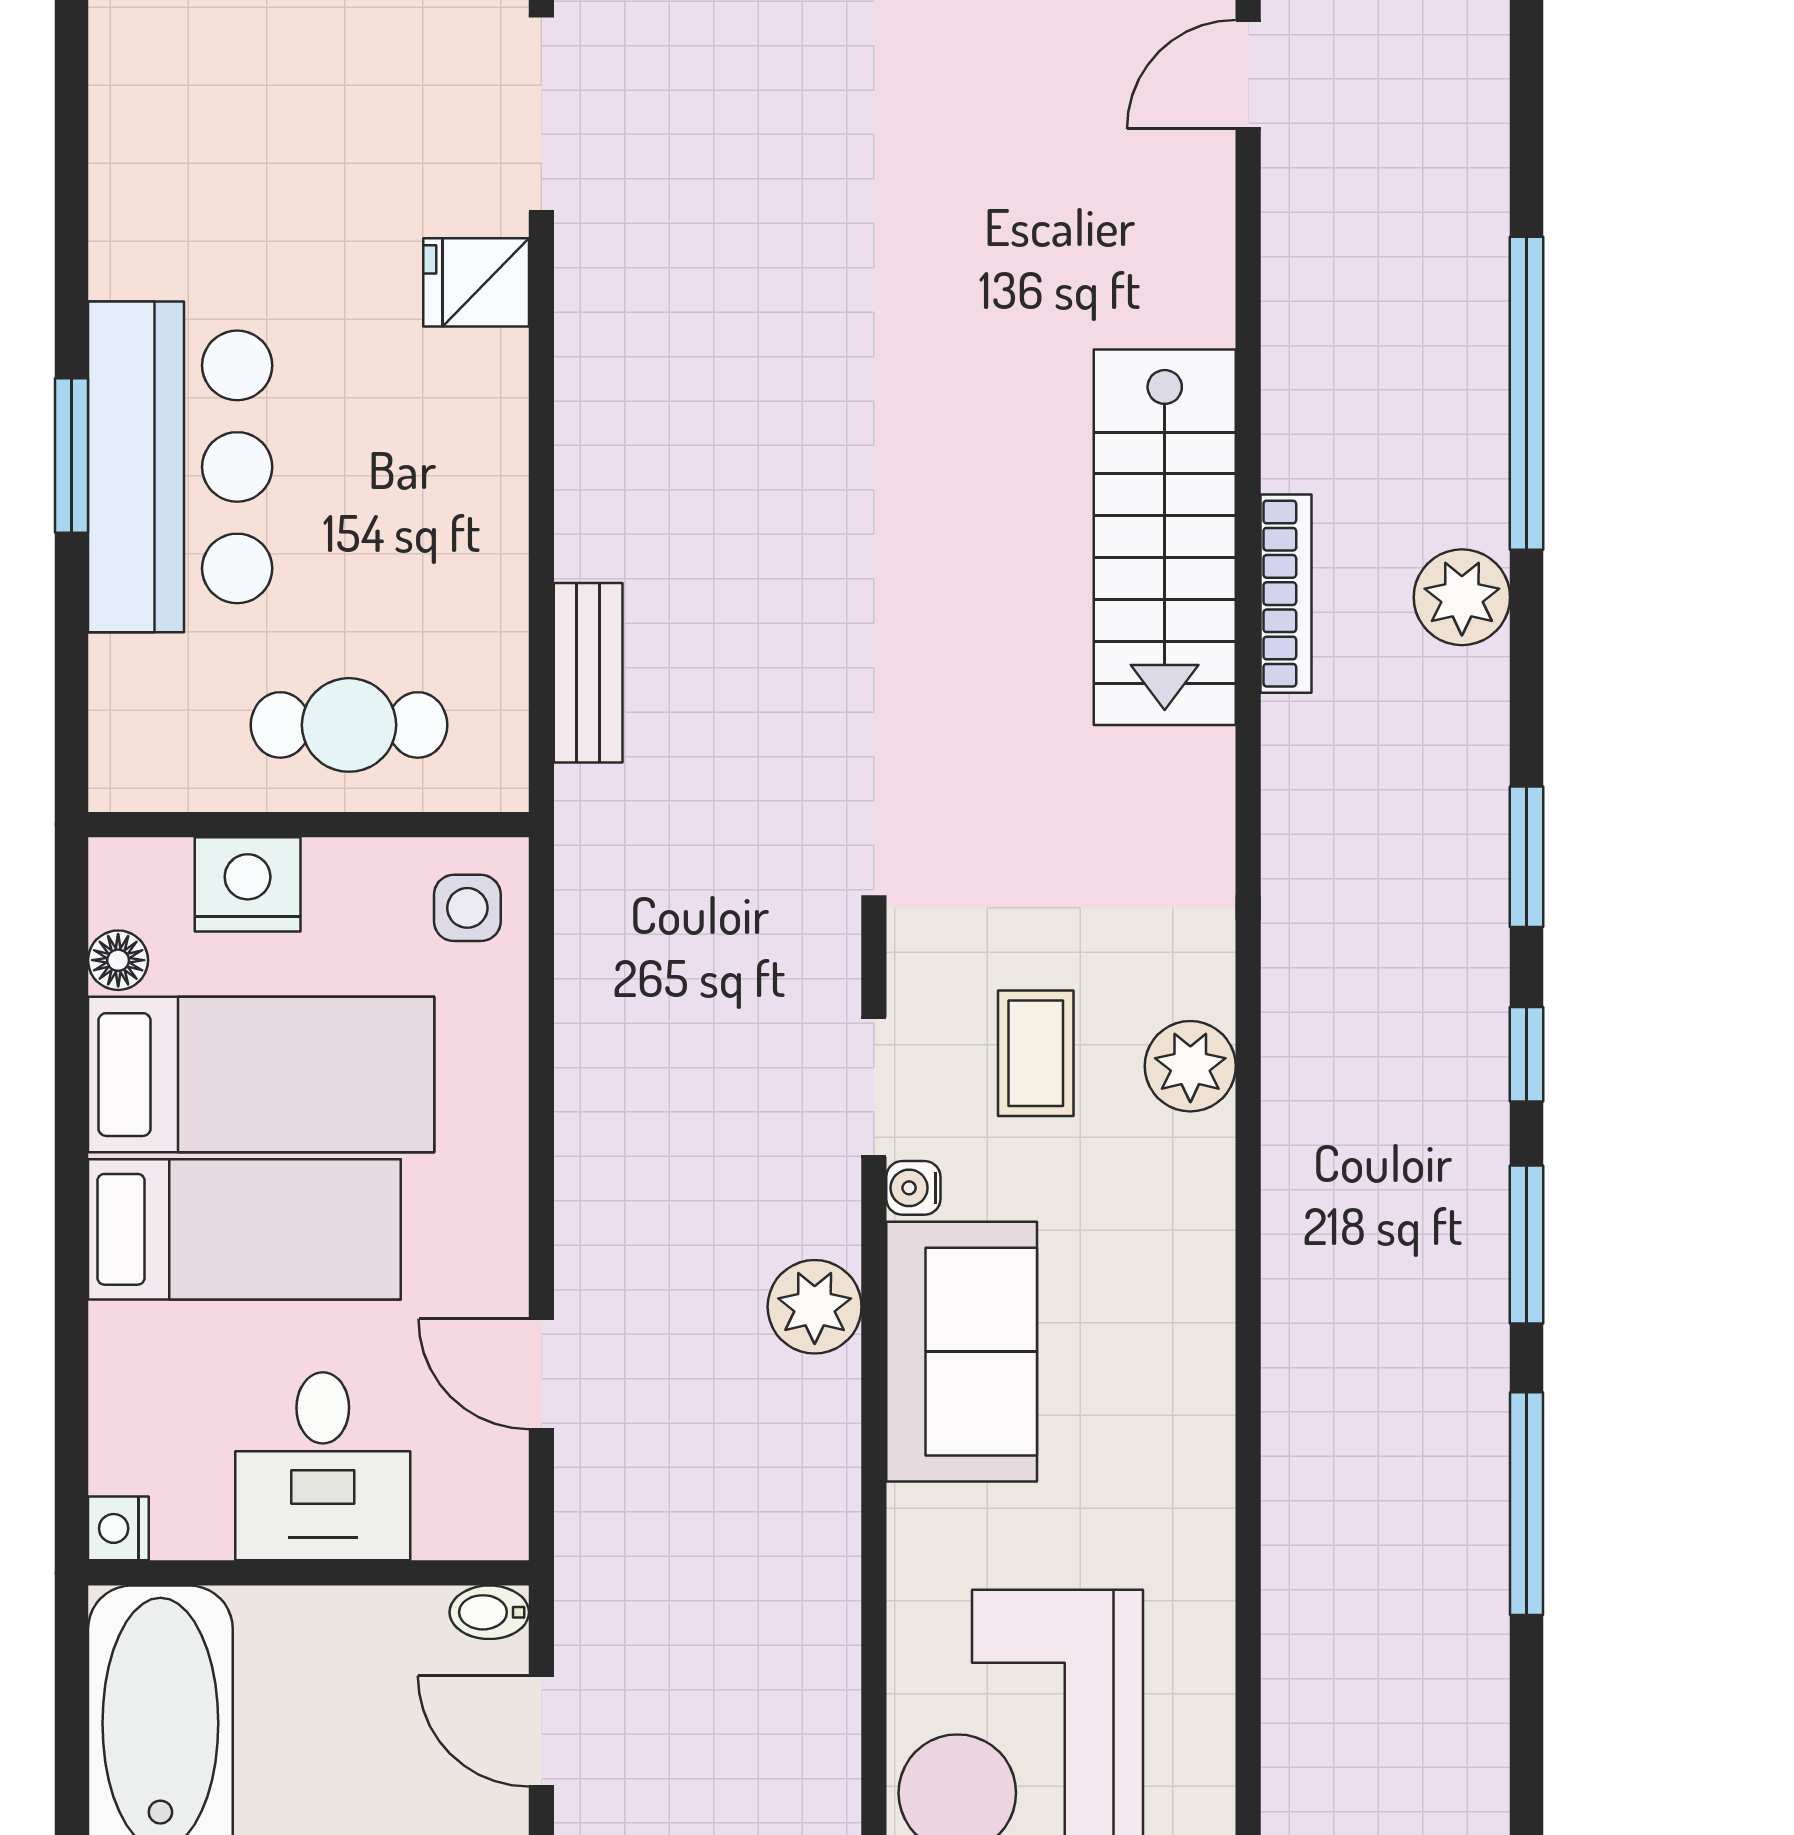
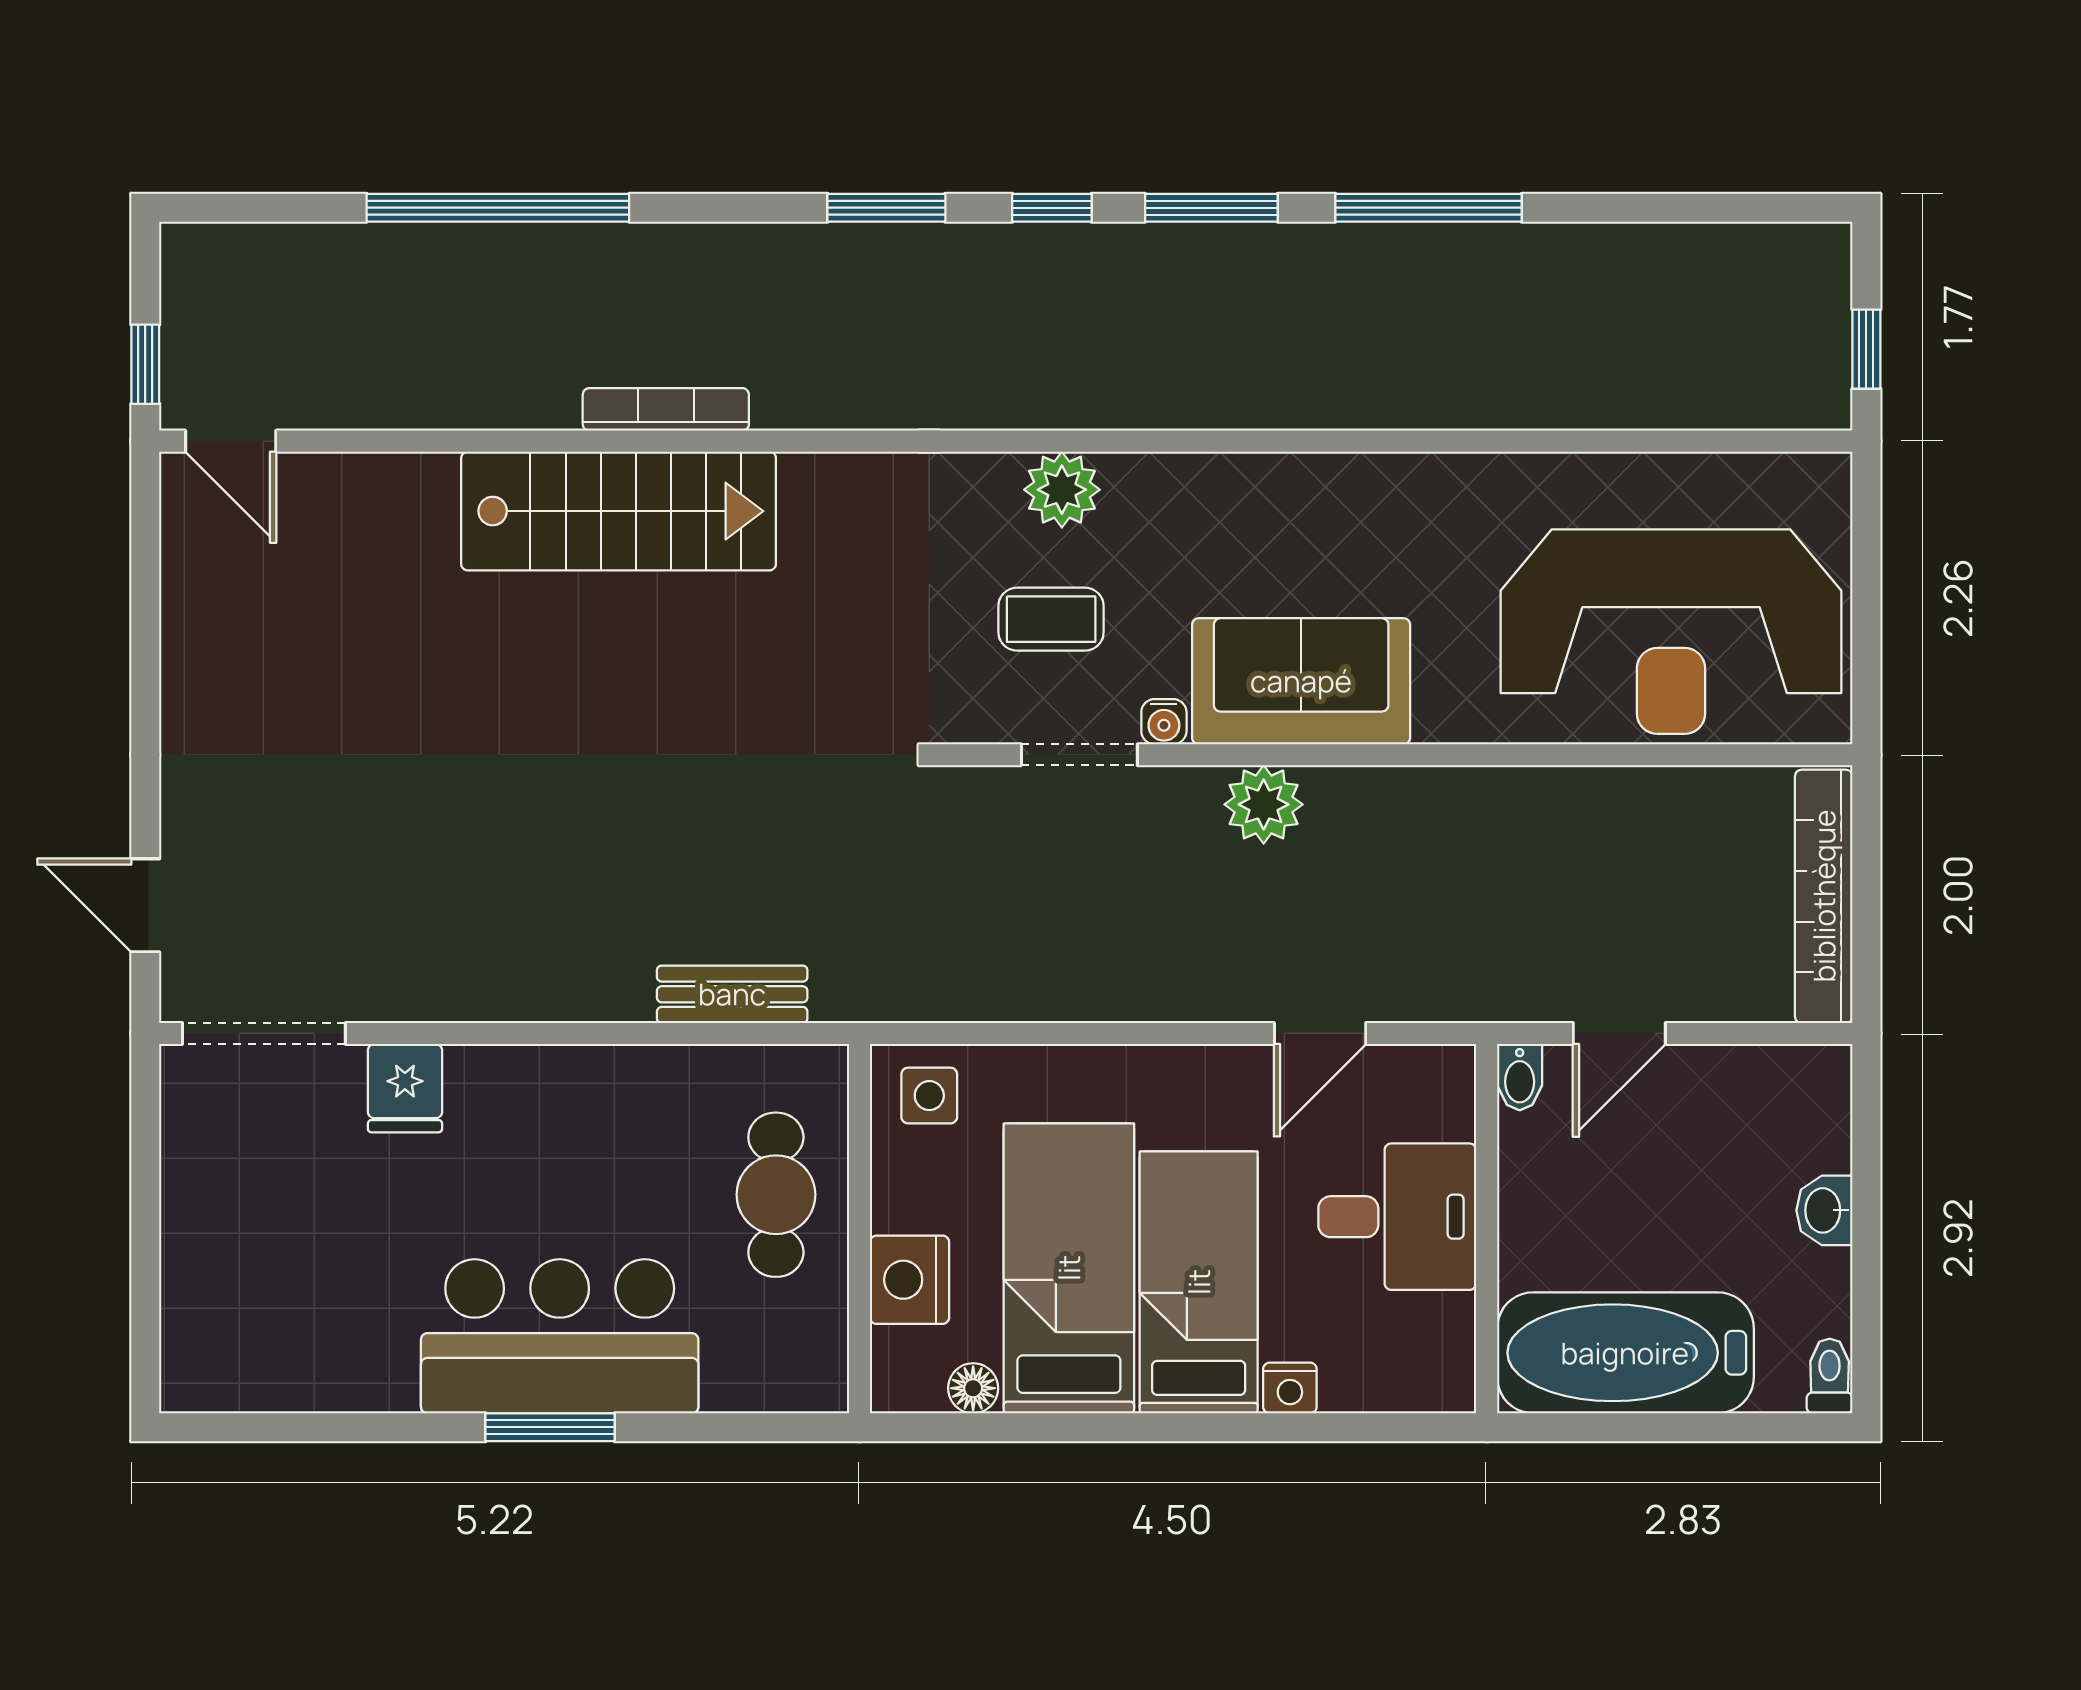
plant: (1462, 597) -> (669, 262), removed
nightstand: (118, 1528) -> (1290, 1388), moved

